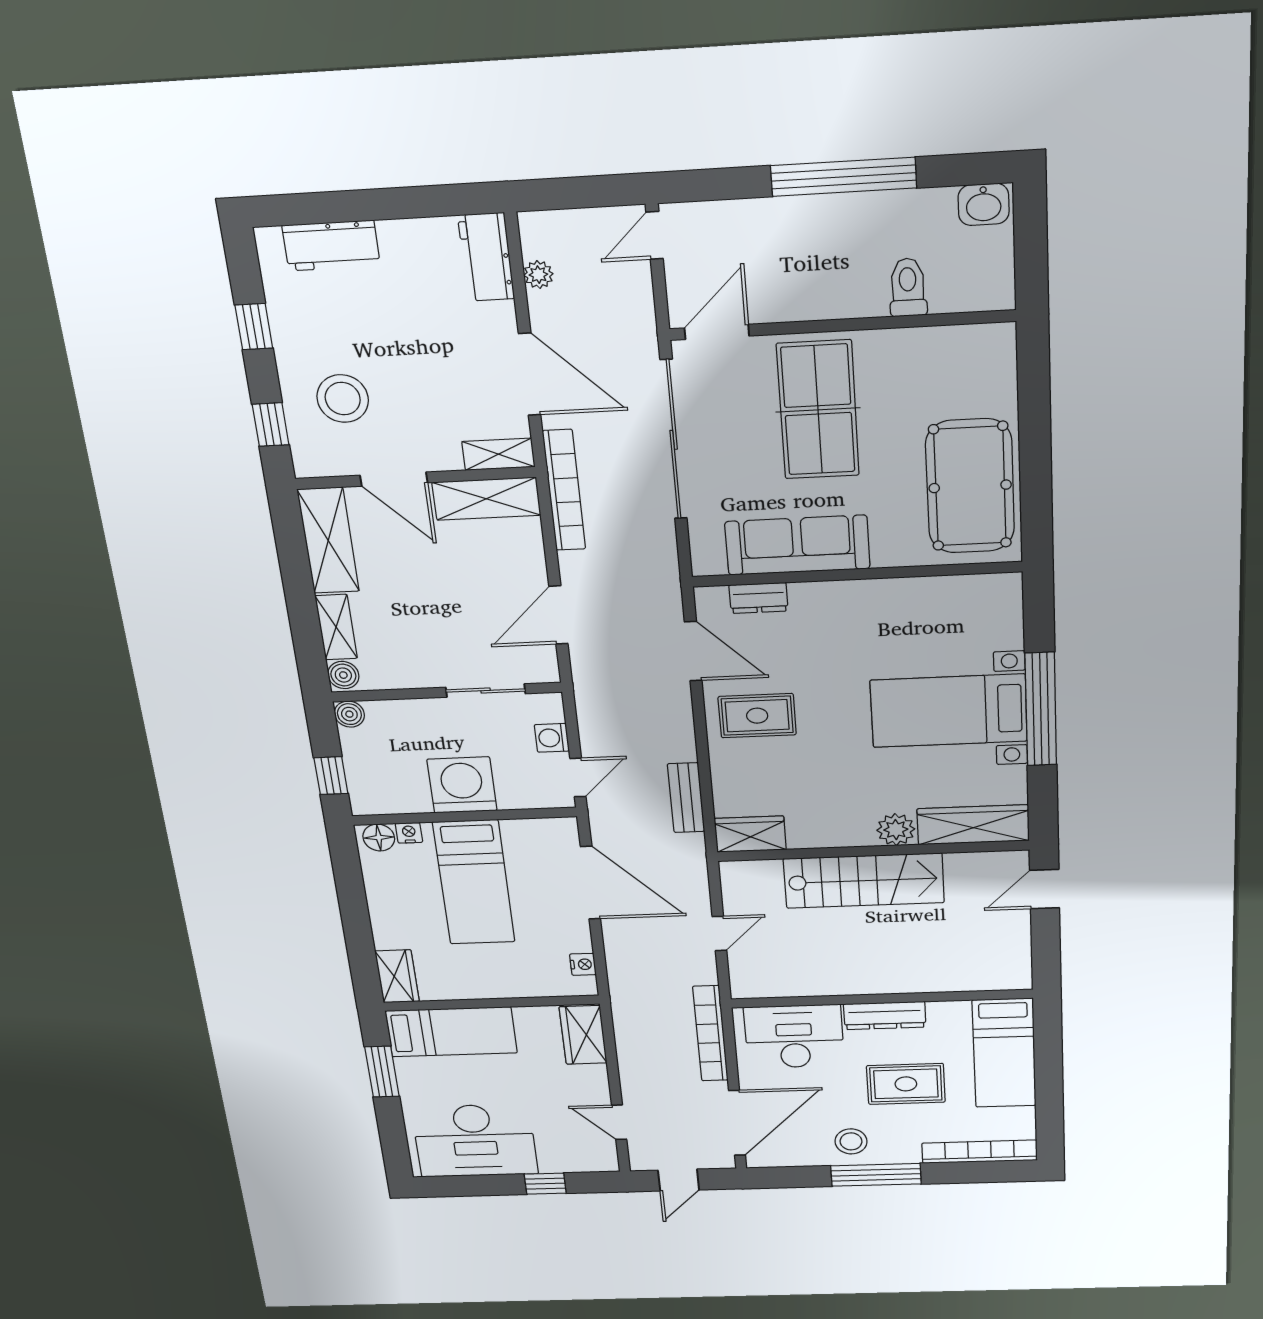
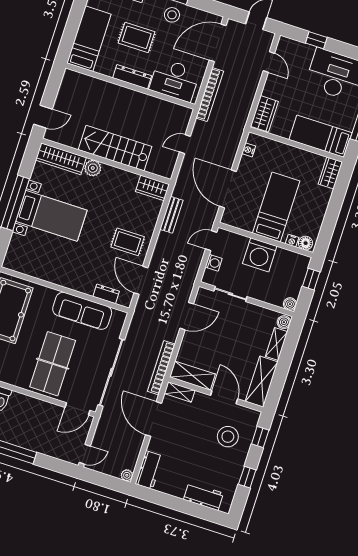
plant: (538, 275) -> (127, 475), moved

